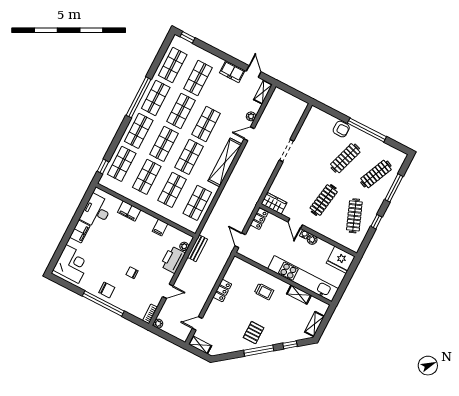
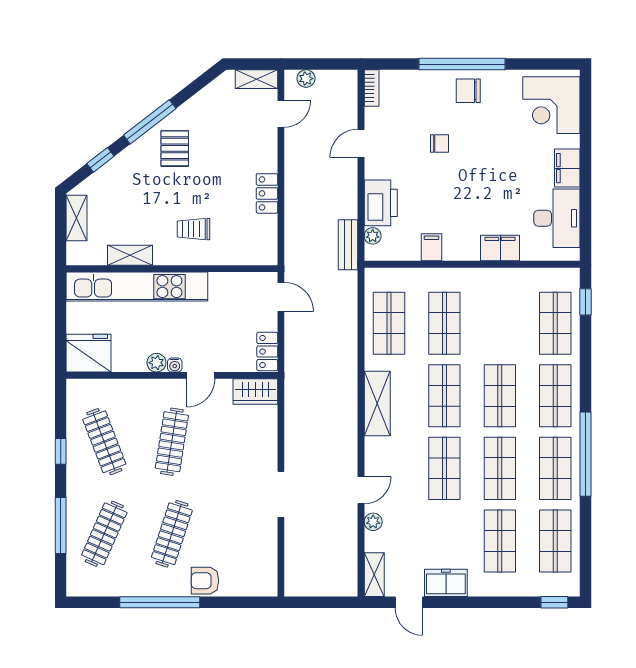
shelving: (225, 162) -> (377, 403), width x0.68
shop shelf: (147, 177) -> (500, 323), removed
door: (295, 223) -> (201, 375), swing flipped
plant: (158, 324) -> (306, 79), moved

